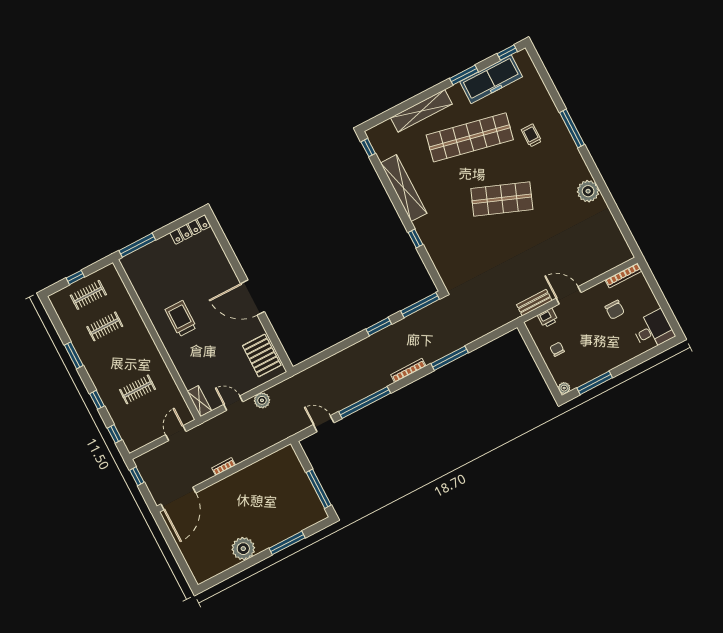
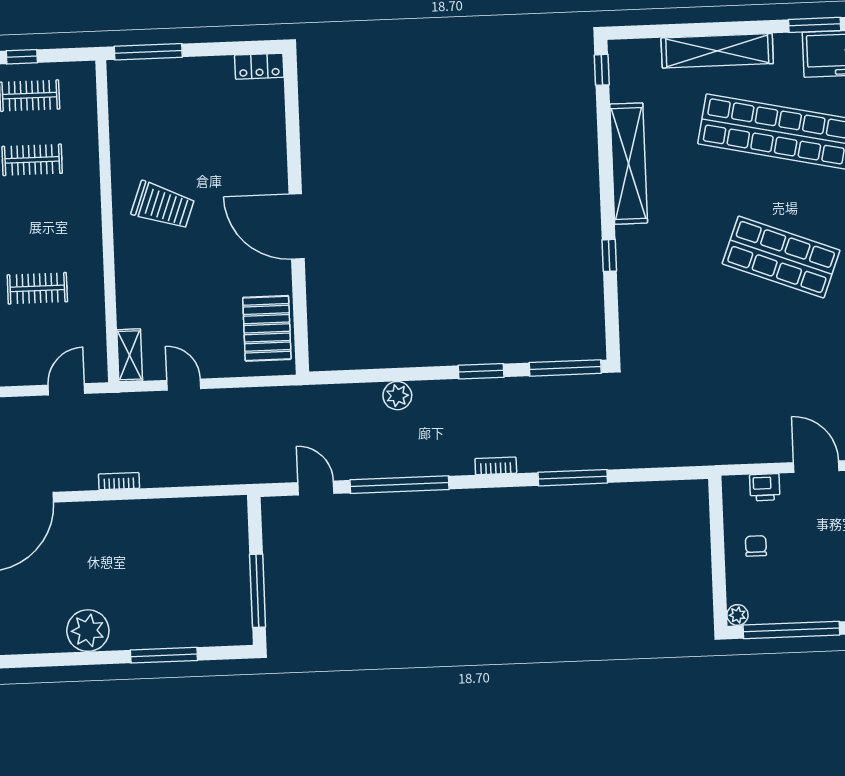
locker: (190, 230) -> (259, 66), width x0.66
bench: (534, 303) -> (754, 452), removed
trolley: (181, 319) -> (163, 206), turned 110
bookcase: (408, 370) -> (496, 466), width x0.64
window: (595, 383) -> (791, 630), width x1.46
plant: (262, 400) -> (397, 396), moved

